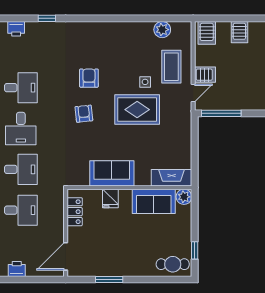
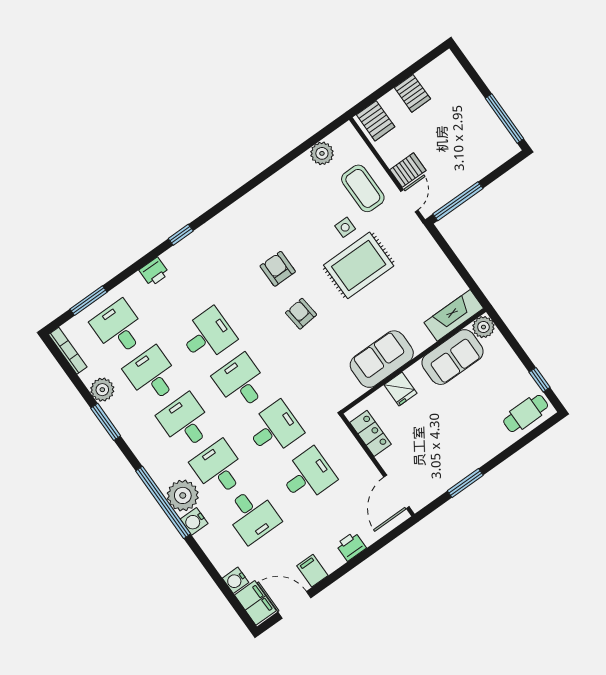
desk: (21, 129) -> (241, 382), turned 180

